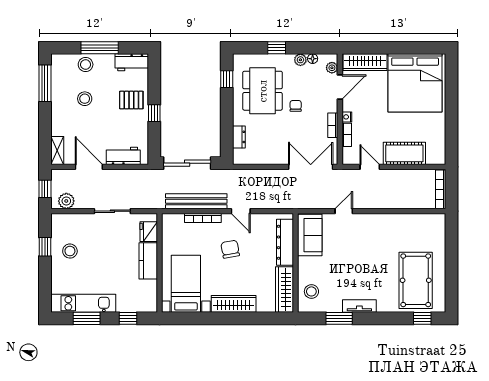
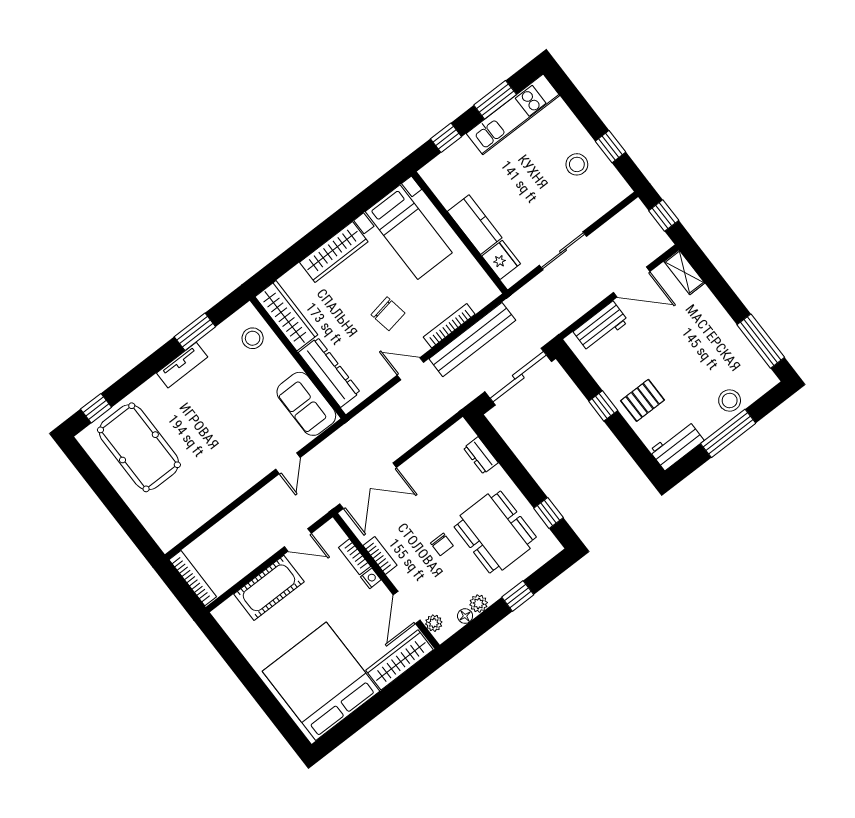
stool: (85, 99) -> (699, 359), removed
plant: (66, 201) -> (627, 221), removed

